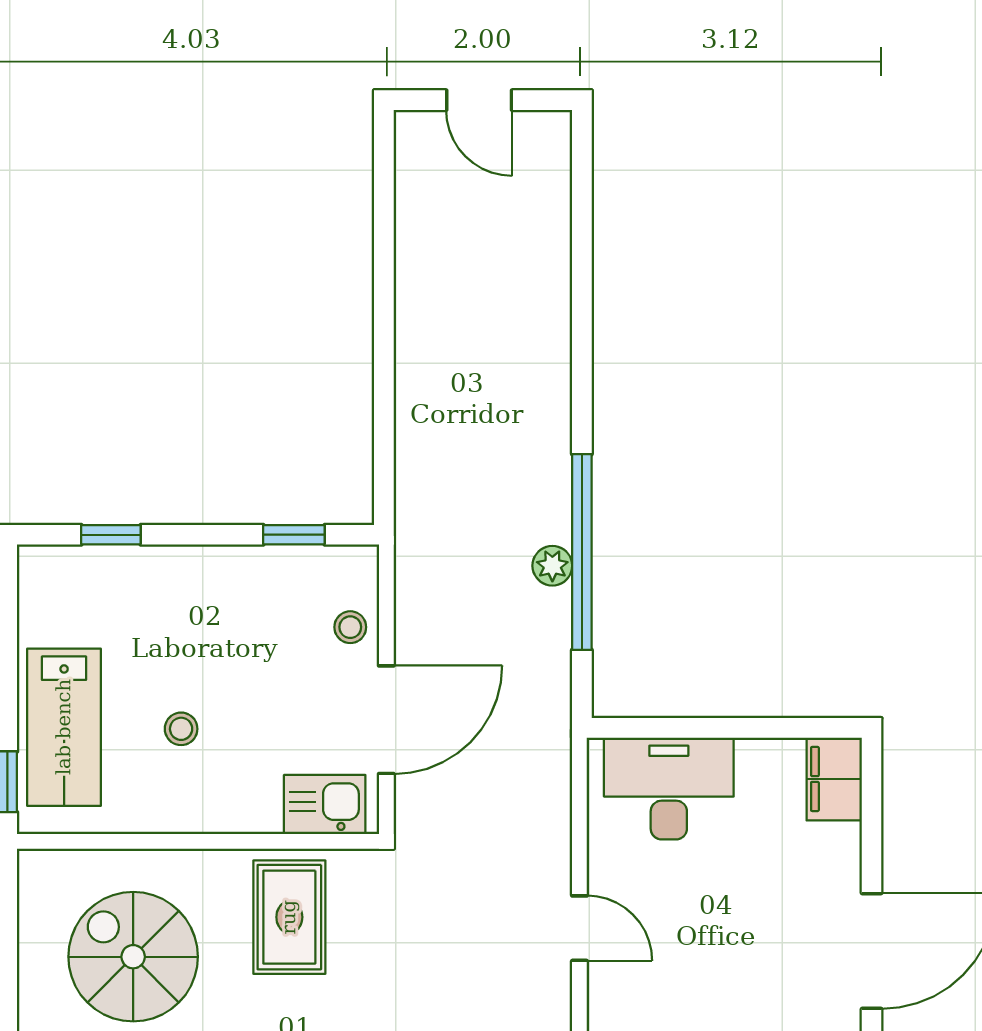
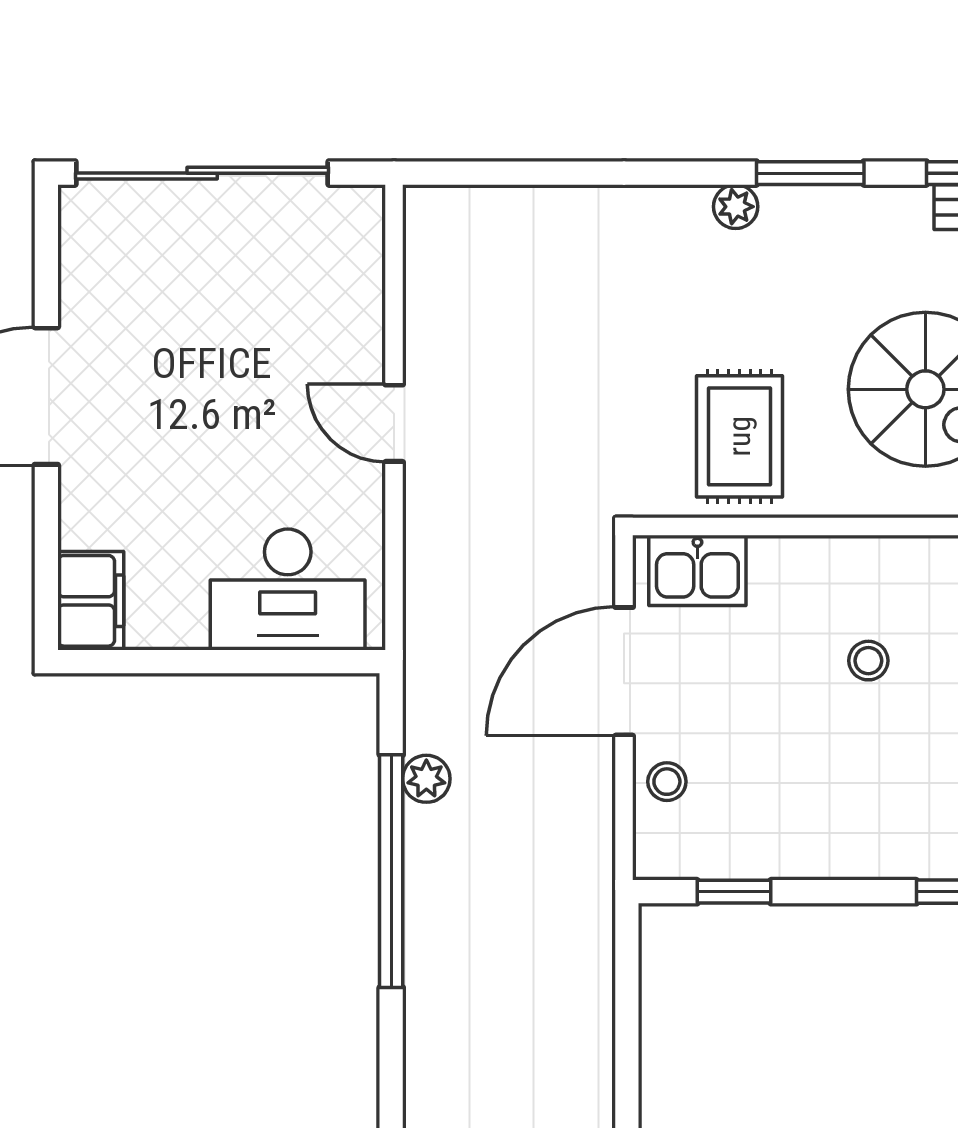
plant: (552, 566) -> (426, 779), moved

